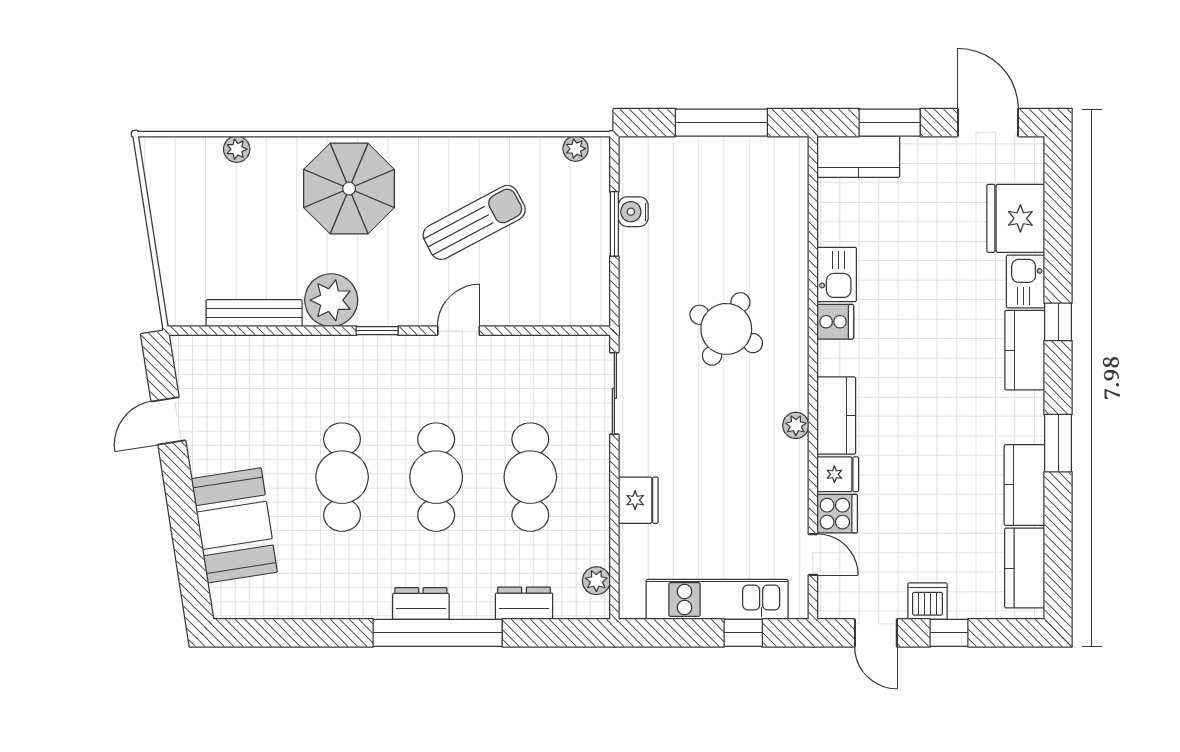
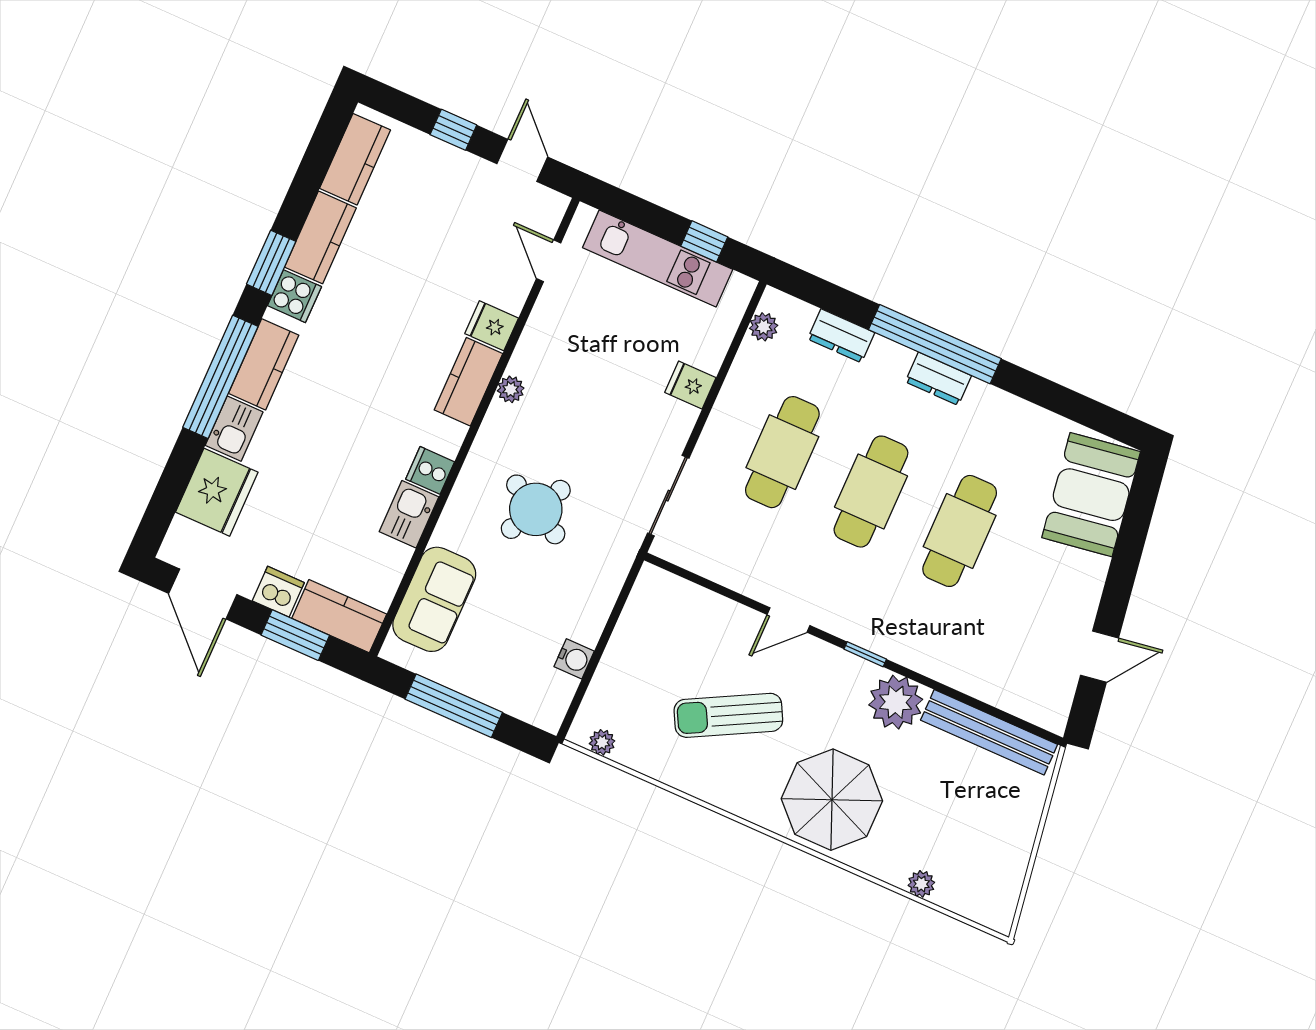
sofa: (781, 209) -> (434, 599), added
window: (614, 224) -> (597, 655), removed
bench: (254, 313) -> (989, 732), width x1.37, depth x1.21
window: (1058, 322) -> (220, 377), width x3.17
fridge: (638, 500) -> (690, 385), width x0.72
cooker: (837, 514) -> (294, 296), moved, turned 180
booth: (234, 525) -> (1091, 495), moved
dishwasher: (928, 601) -> (278, 592), moved, turned 180
window: (743, 633) -> (704, 241), moved

